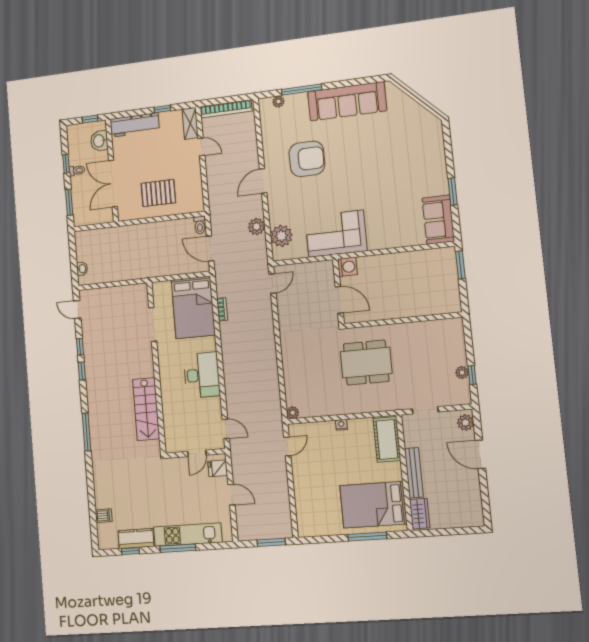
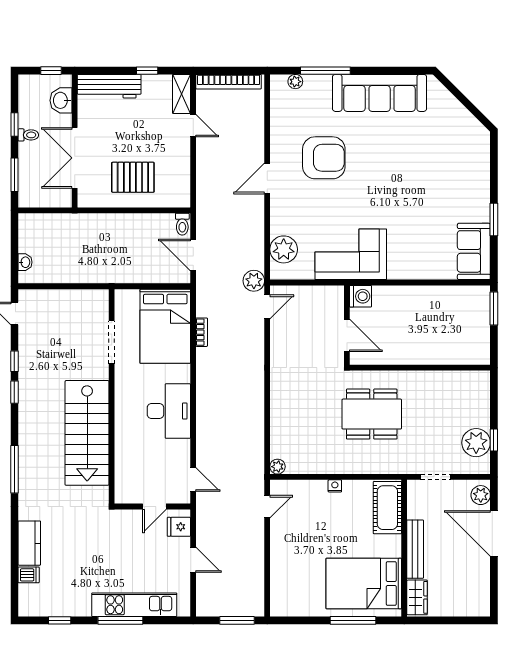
plant: (257, 227) -> (254, 281), moved
plant: (462, 372) -> (476, 443), width x1.88, depth x1.88
stairs: (146, 409) -> (87, 433), width x1.36, depth x1.51
door: (480, 454) -> (494, 533), width x1.36
kitchen counter: (136, 539) -> (29, 543), moved, turned 90

